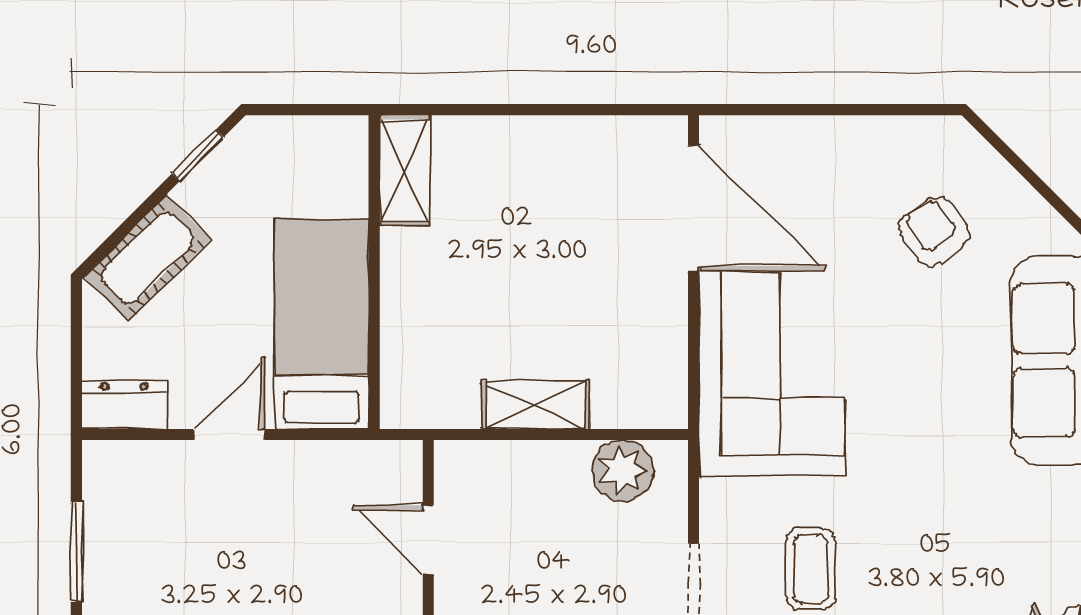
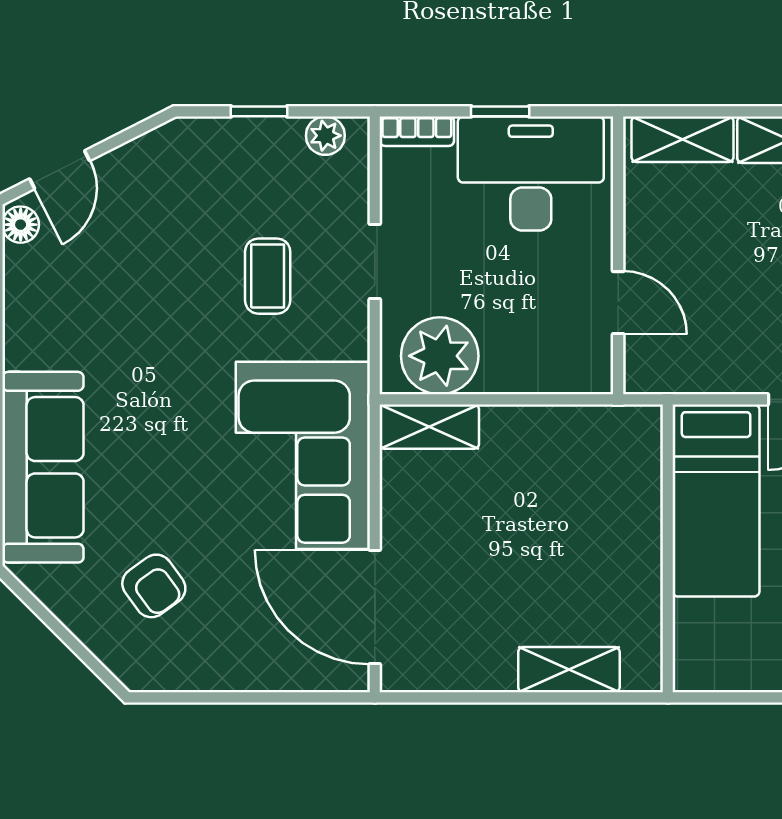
shelving: (404, 170) -> (569, 670), moved, turned 90
shelving: (536, 405) -> (429, 427), moved
plant: (623, 471) -> (440, 356), width x1.36, depth x1.36

